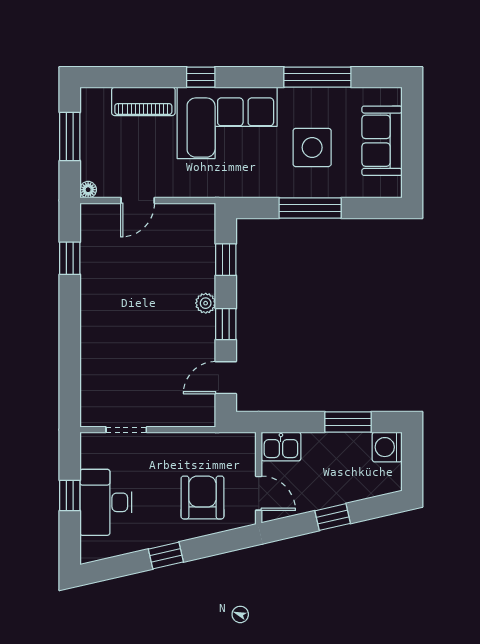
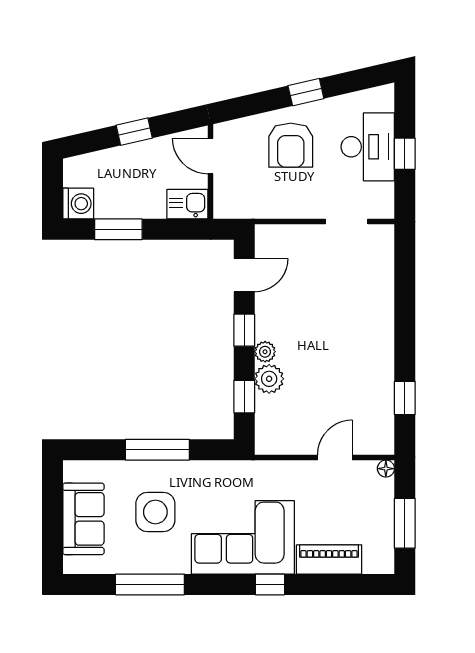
plant: (202, 277) -> (269, 379), added
armchair: (202, 497) -> (291, 145), moved

